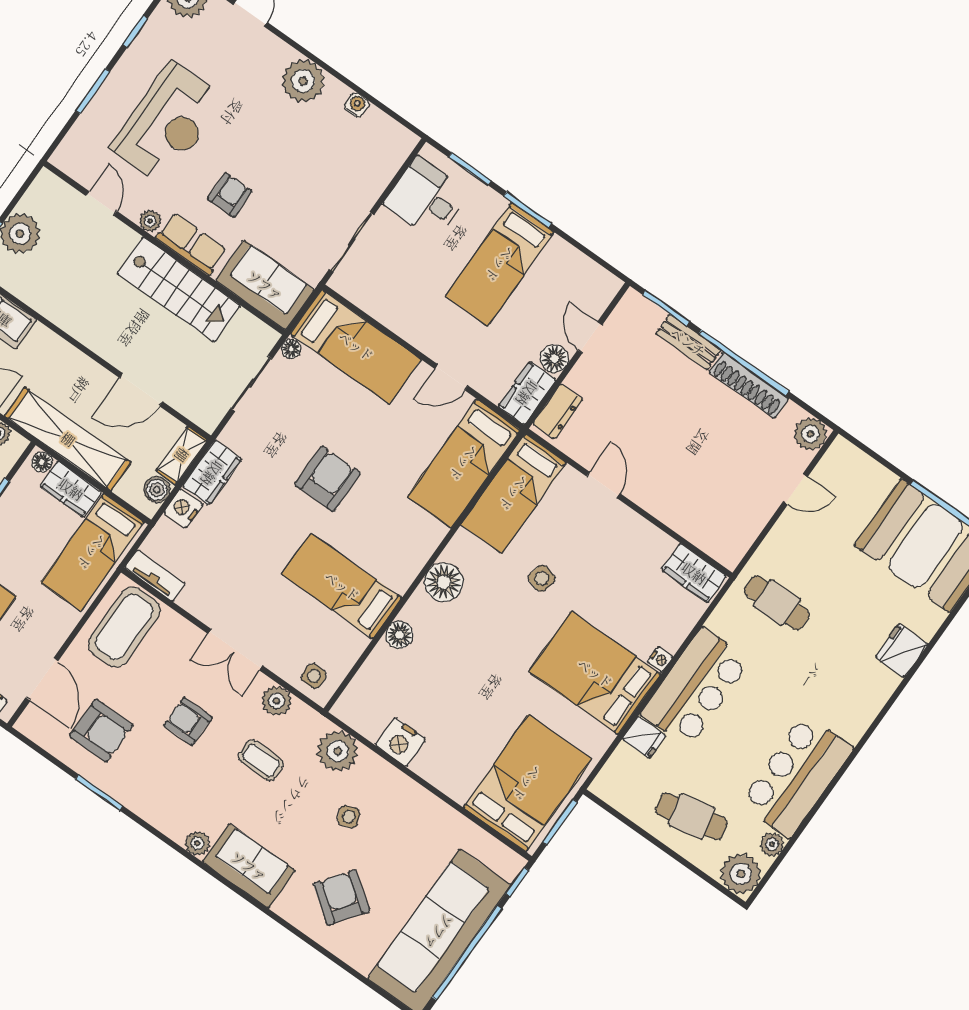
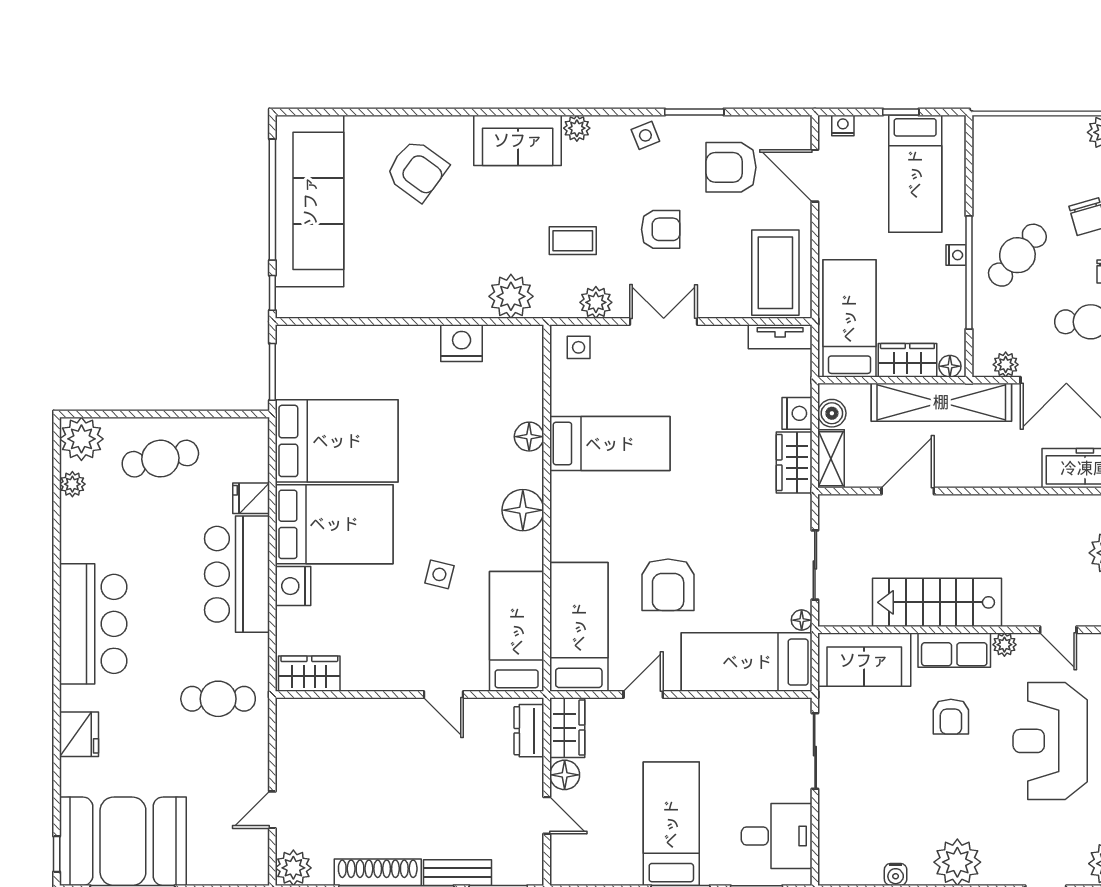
armchair: (328, 479) -> (668, 585), moved
nightstand: (660, 659) -> (293, 586), width x1.89, depth x1.79
bar counter: (797, 776) -> (93, 624), moved
bed: (527, 783) -> (337, 441), moved, turned -90
side table: (349, 817) -> (645, 135), moved

